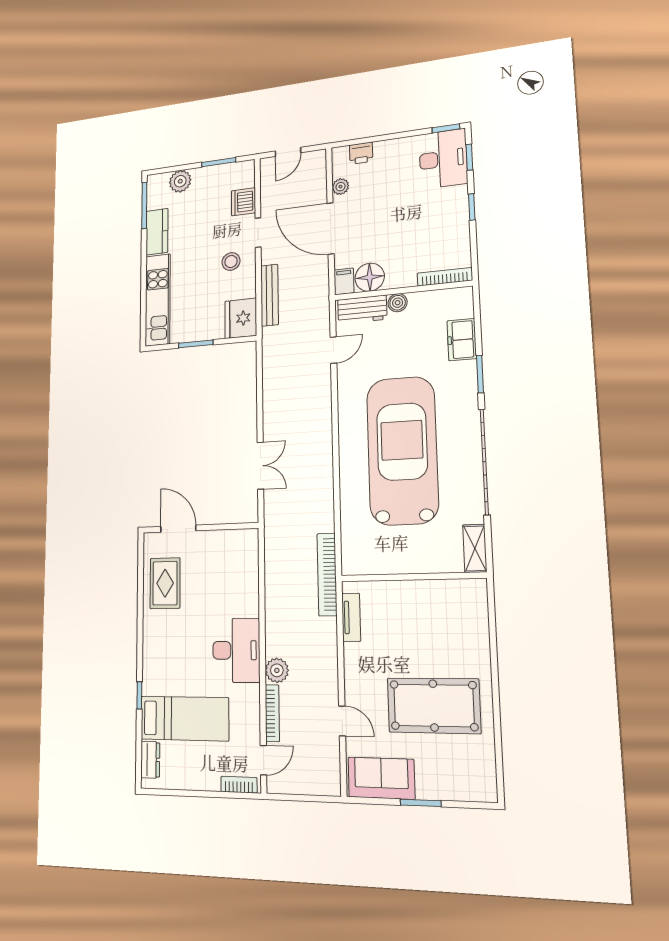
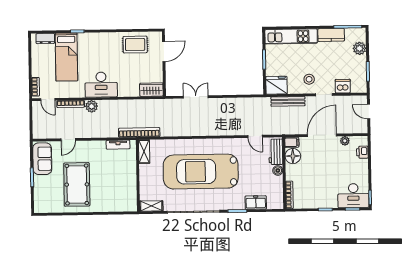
car: (402, 450) -> (201, 172), turned 180
double door: (260, 466) -> (196, 97), swing flipped
wardrobe: (246, 551) -> (151, 90), added
shelving: (364, 564) -> (144, 152), added

